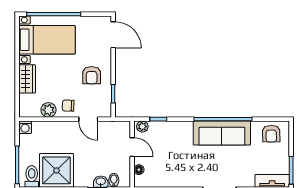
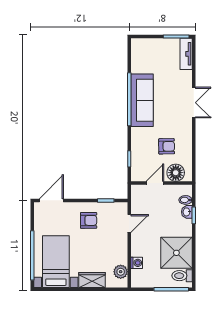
chair: (68, 106) -> (117, 242), removed
plant: (49, 110) -> (121, 272), moved
washing machine: (25, 127) -> (137, 263), moved
plant: (142, 127) -> (136, 174), removed
armchair: (271, 134) -> (167, 146), moved
floor lamp: (139, 170) -> (176, 173), width x1.89, depth x1.89

